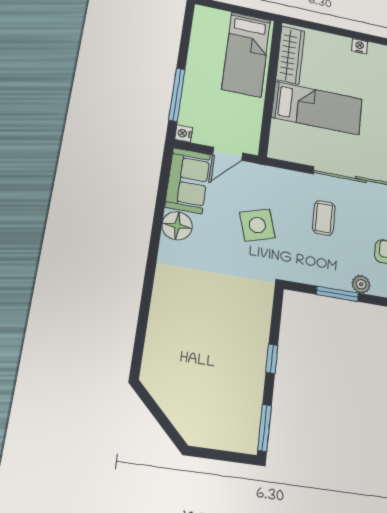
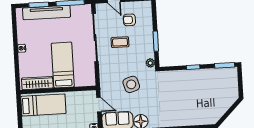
coffee table: (324, 218) -> (120, 42), moved
plant: (361, 284) -> (150, 63), moved

